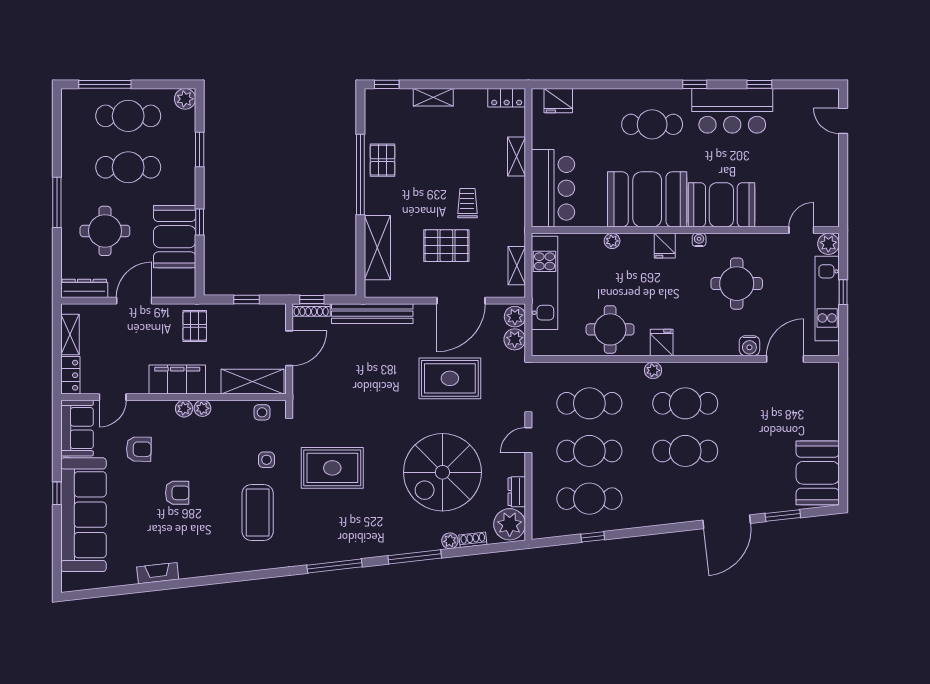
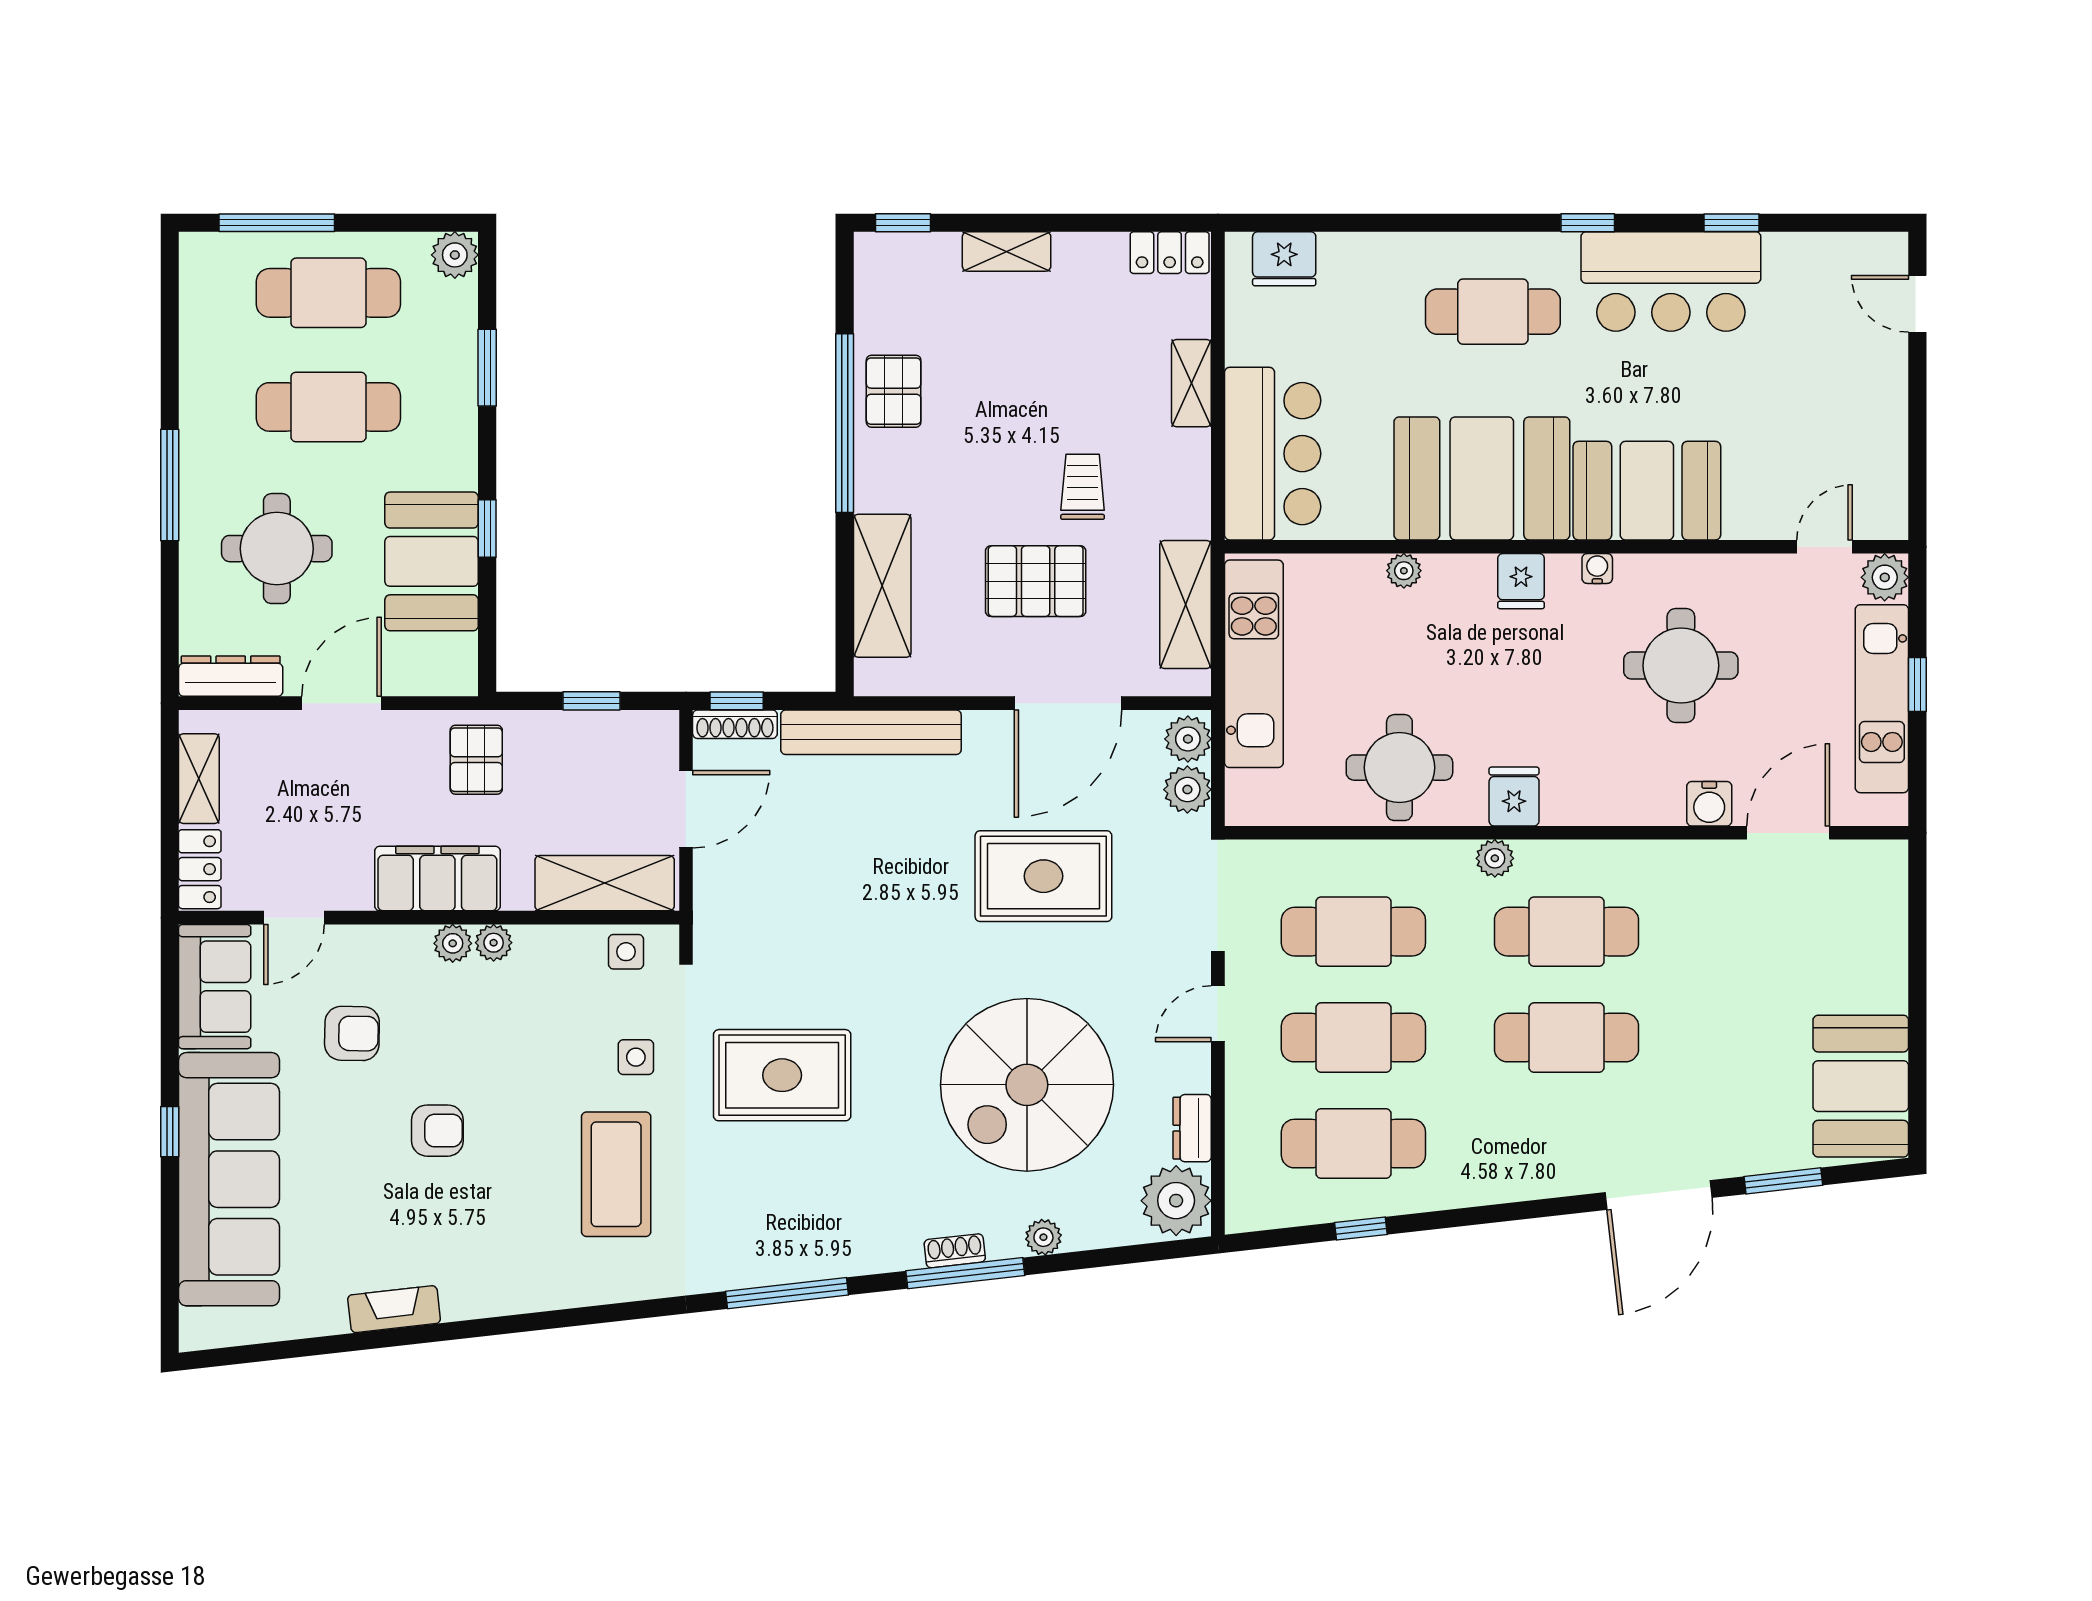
shelving: (517, 266) -> (1185, 604), width x1.50, depth x1.33
shoe rack: (473, 540) -> (955, 1251), moved

